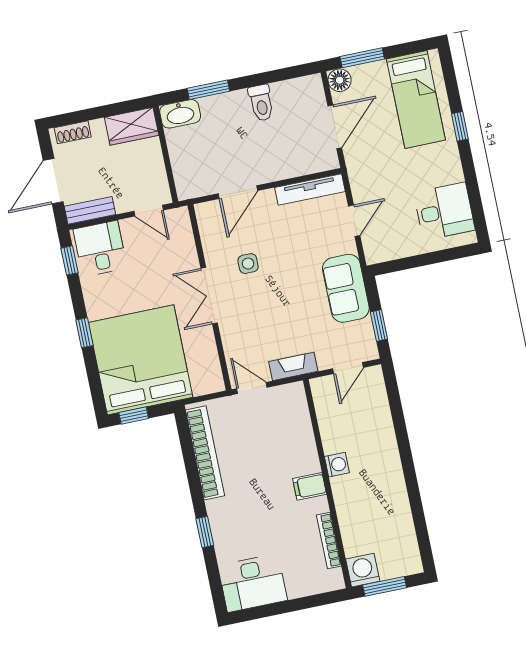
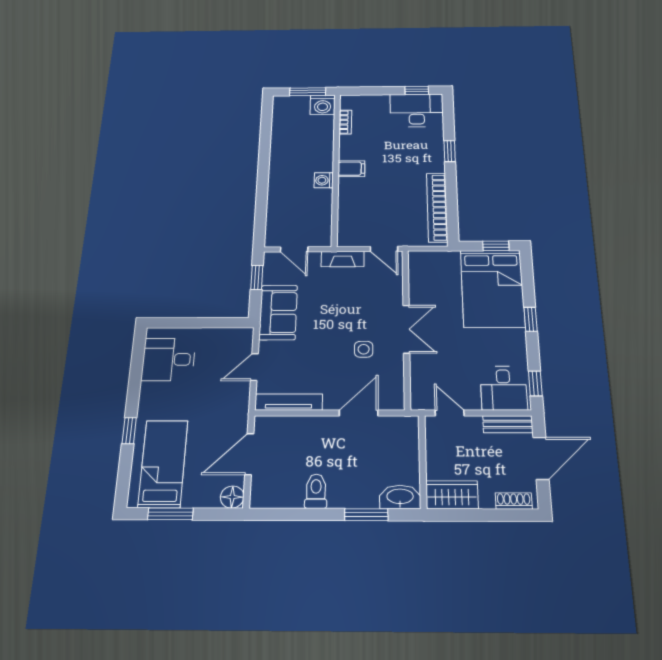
window: (362, 58) -> (170, 514), moved
bed: (141, 360) -> (492, 288), width x0.73
door: (348, 368) -> (294, 249), swing flipped
bookcase: (329, 541) -> (345, 122), width x0.64
window: (258, 613) -> (417, 90), added

